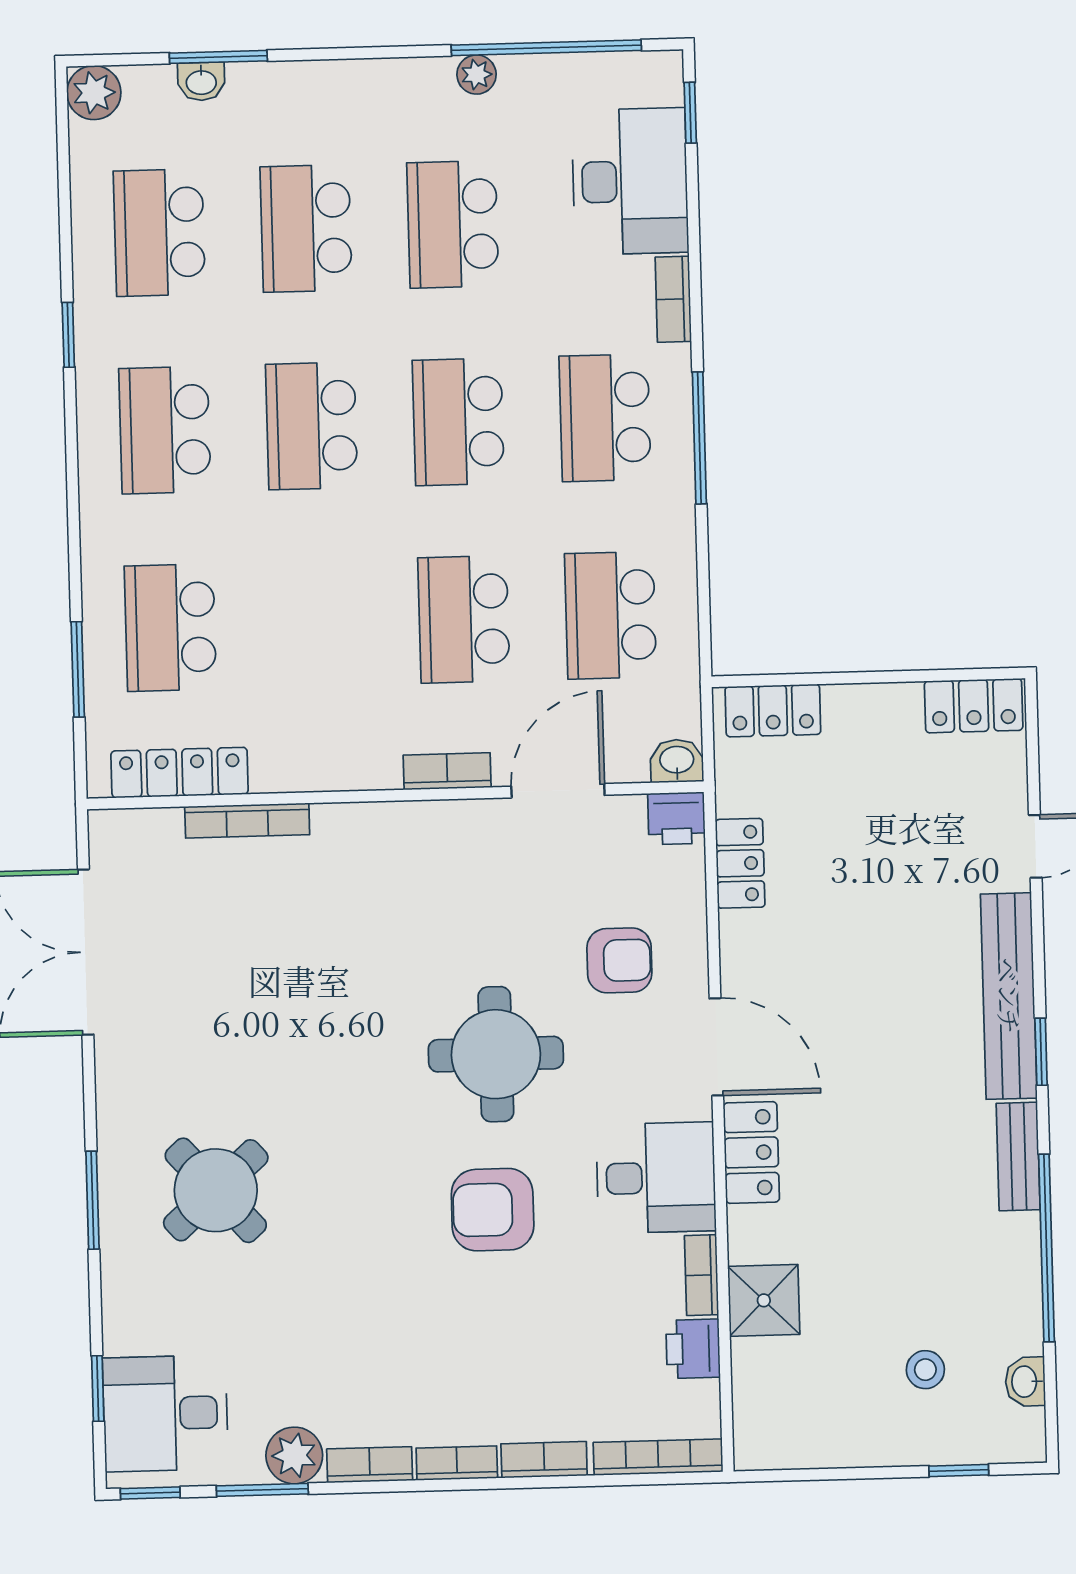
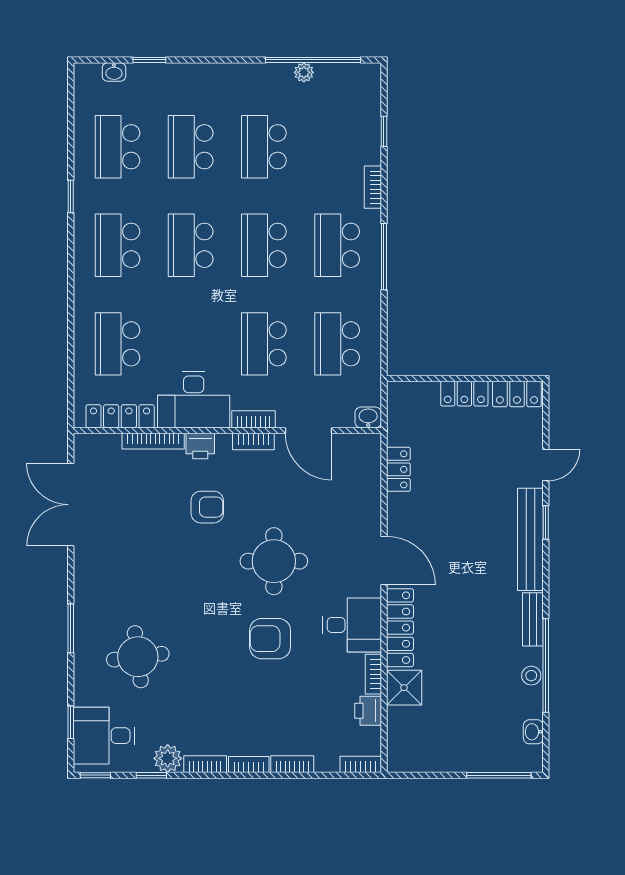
window: (218, 57) -> (149, 60), width x0.67
plant: (477, 75) -> (304, 72), moved
washbasin: (201, 81) -> (114, 72), moved
plant: (94, 93) -> (87, 76), removed
window: (690, 113) -> (384, 131), moved
desk: (630, 181) -> (194, 400), moved, turned 90
window: (78, 669) -> (71, 363), removed
locker: (773, 710) -> (464, 394), moved
door: (558, 791) -> (308, 431), swing flipped
bookcase: (448, 816) -> (253, 442), added
printer: (676, 818) -> (200, 446), moved
armchair: (619, 960) -> (207, 507), moved
window: (1041, 1052) -> (546, 522), moved
locker: (751, 1152) -> (400, 628), width x1.53
round table: (216, 1190) -> (138, 657), moved, turned 35
stool: (925, 1370) -> (531, 676), moved
bookcase: (658, 1457) -> (361, 764), width x0.64
window: (959, 1470) -> (499, 775), width x2.17
window: (262, 1490) -> (151, 775), width x0.67

